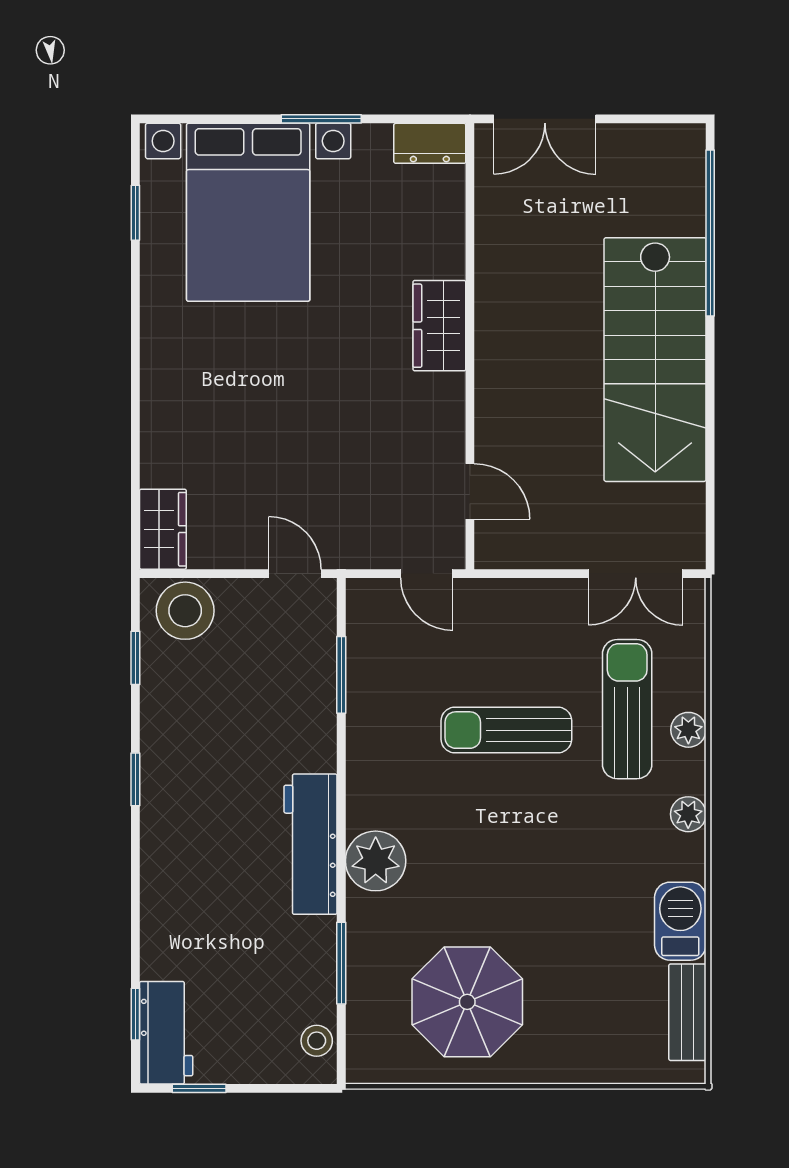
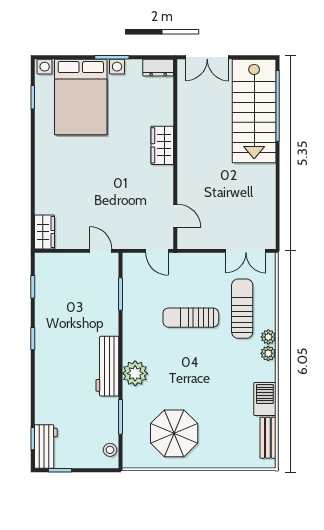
stairs: (655, 360) -> (254, 111), moved
stool: (185, 611) -> (54, 267), removed
plant: (688, 730) -> (268, 337), moved

